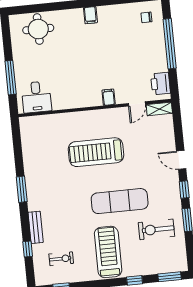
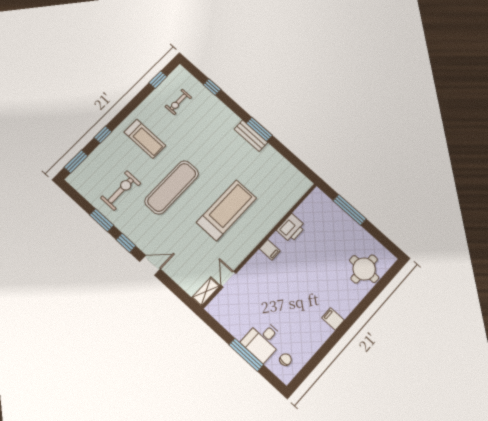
window: (170, 44) -> (246, 355), width x0.68
printer: (161, 84) -> (291, 228), moved, turned 90
desk: (36, 97) -> (263, 341), moved, turned -90
filing cabinet: (109, 97) -> (270, 250), moved
bench: (36, 227) -> (251, 136), moved
treadmill: (108, 252) -> (145, 139), width x0.73, depth x0.73

